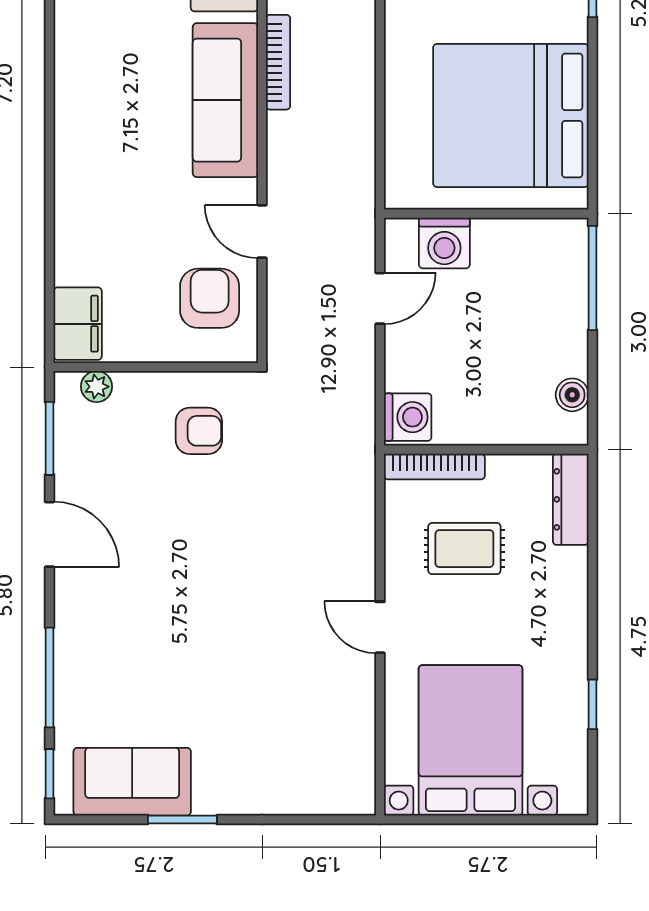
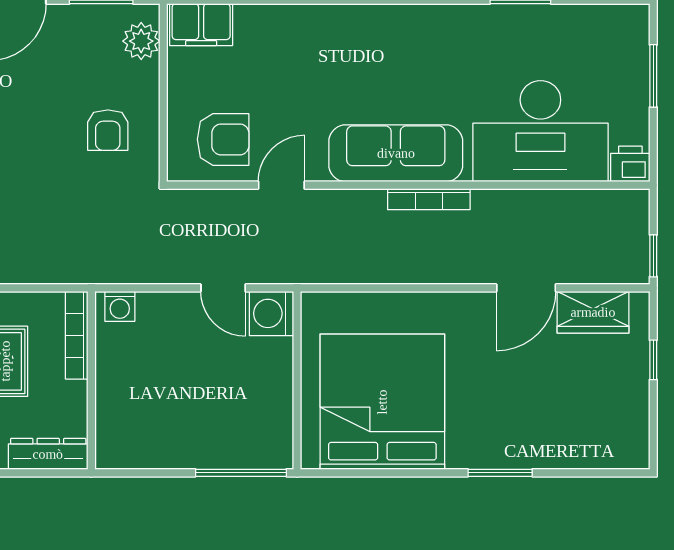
washing machine: (444, 243) -> (271, 313), moved
plant: (97, 387) -> (141, 41), width x1.38, depth x1.38
boiler: (572, 395) -> (139, 455), removed
washing machine: (408, 417) -> (120, 306), width x0.73, depth x0.73

